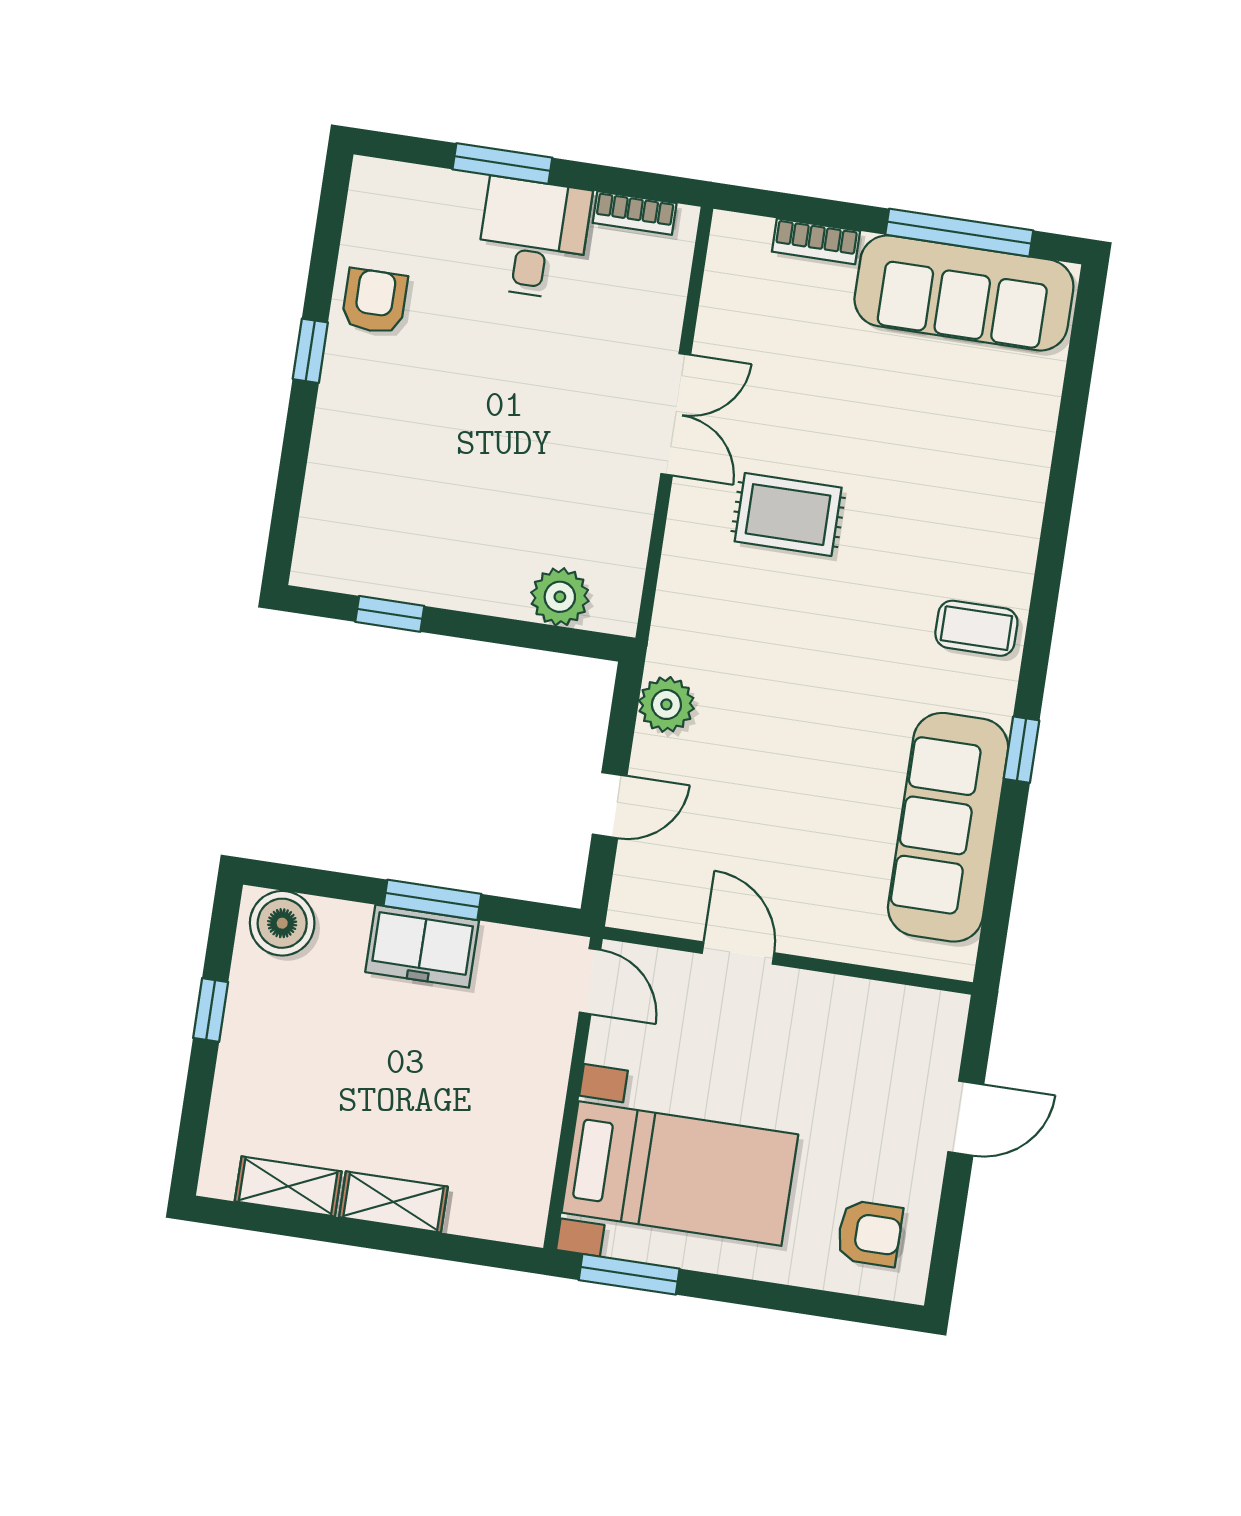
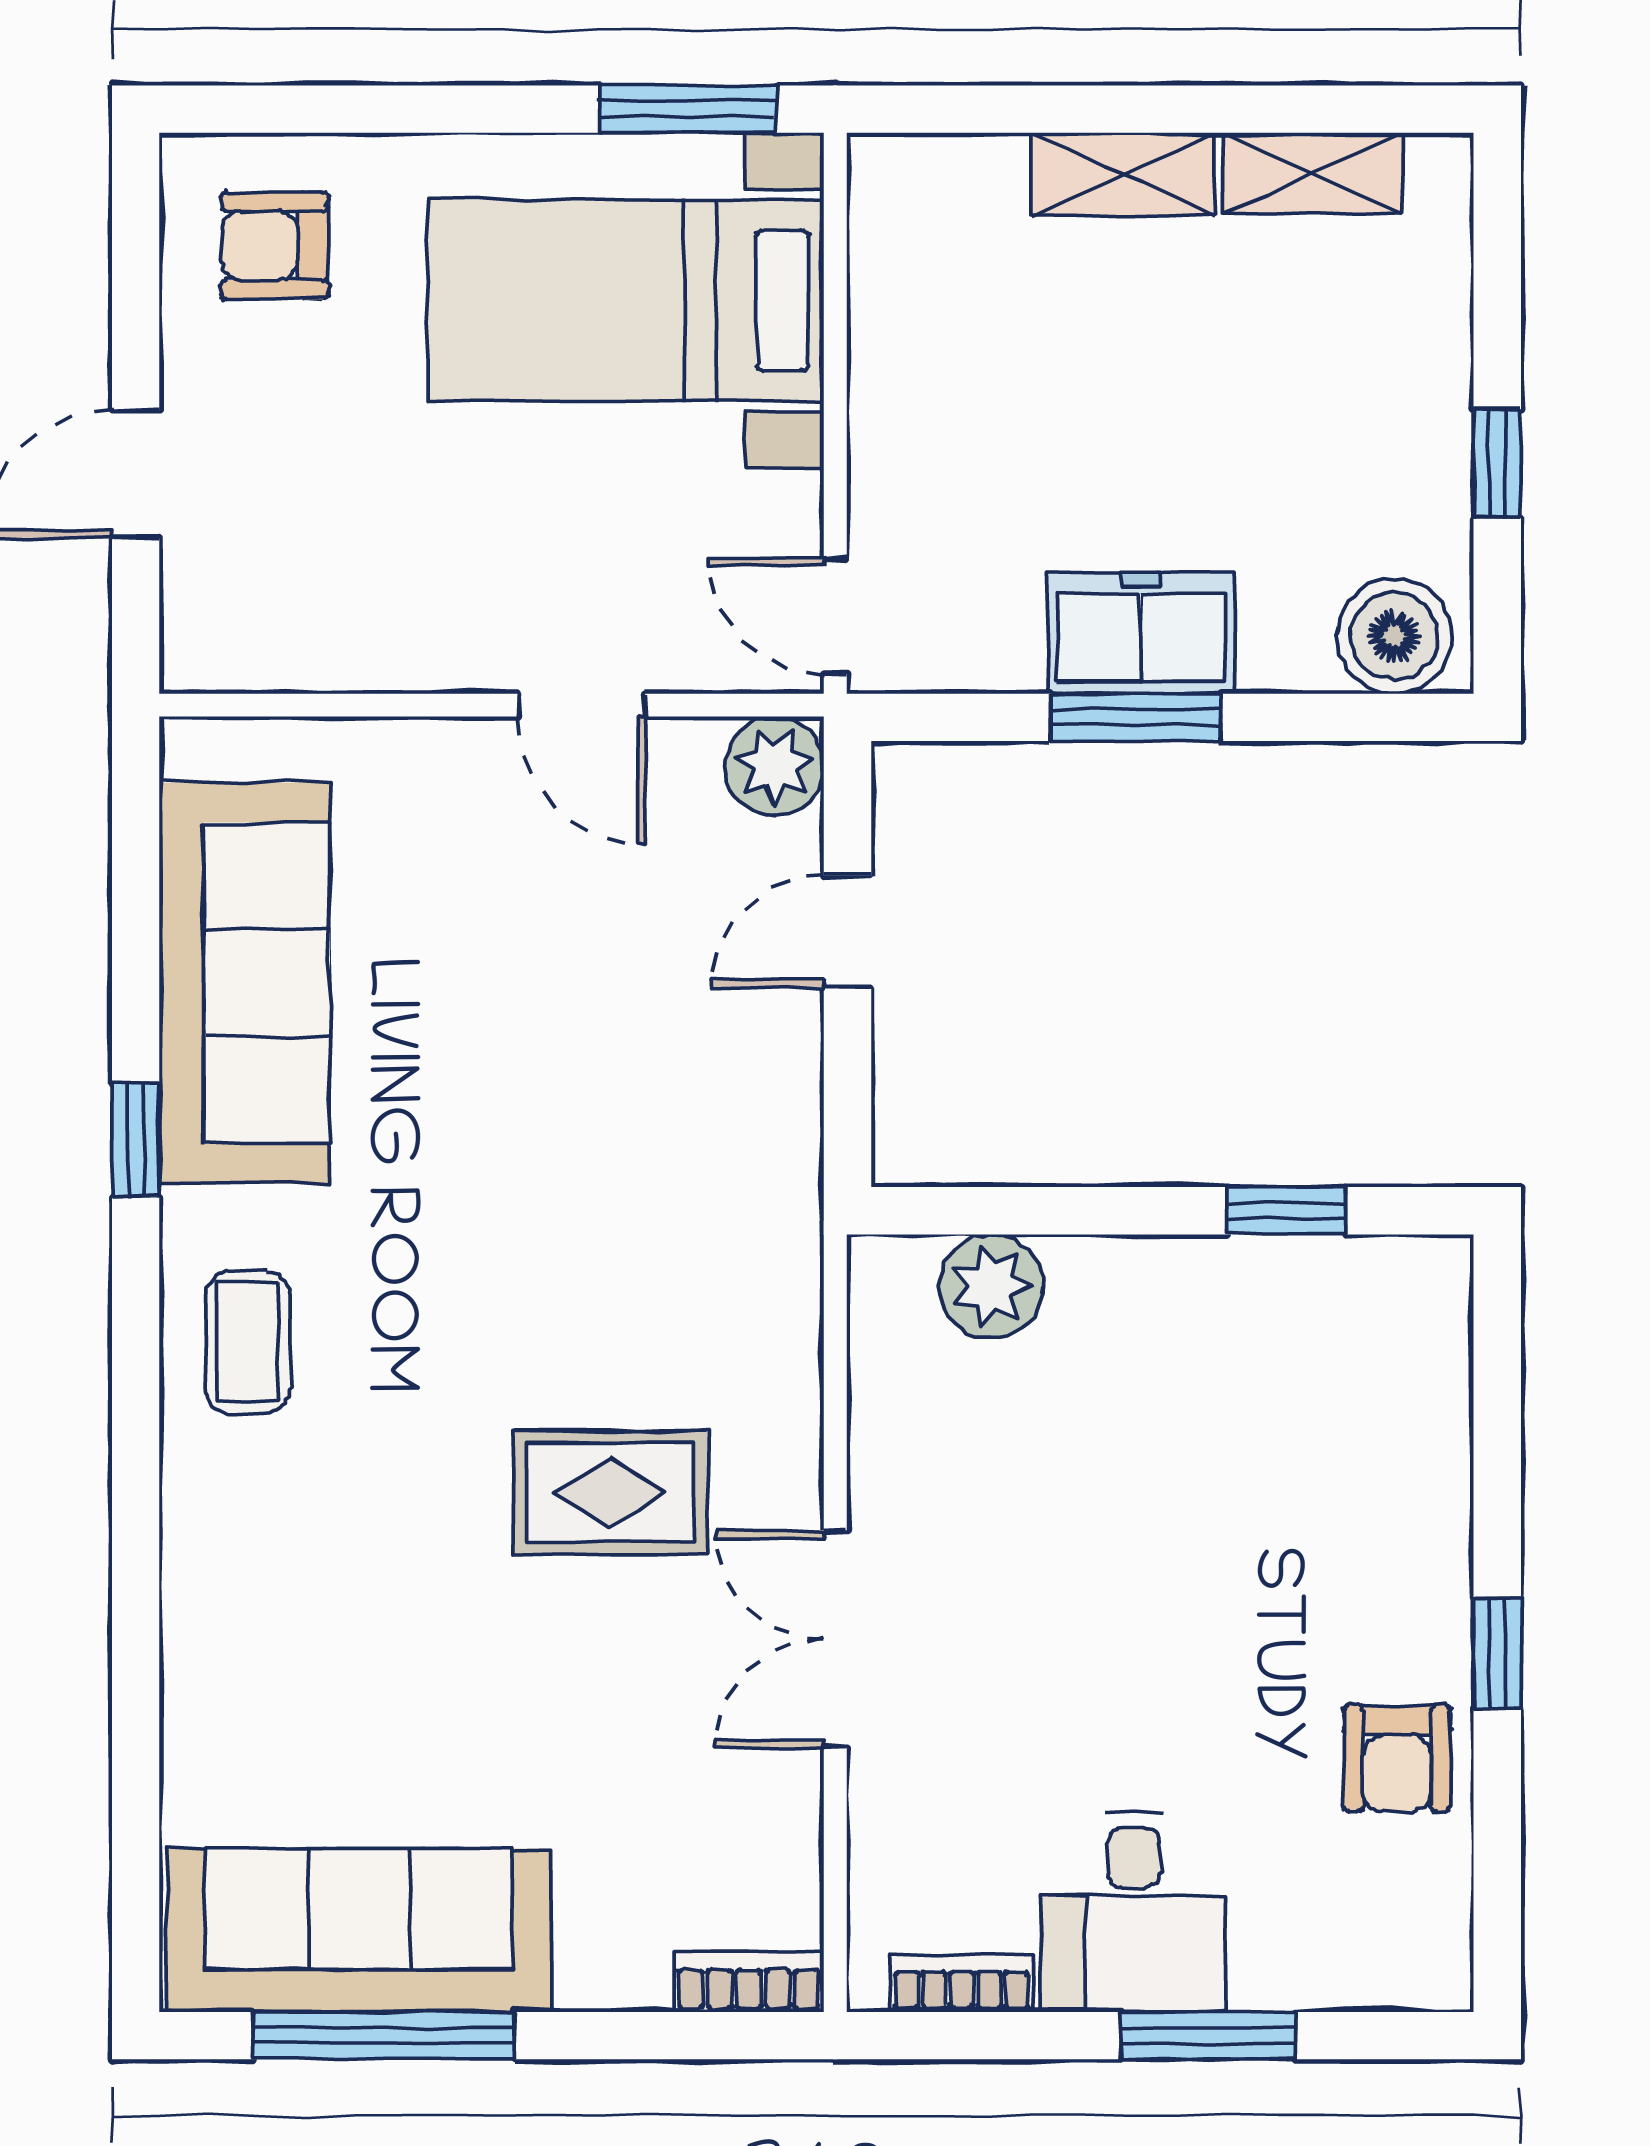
bookcase: (816, 241) -> (749, 1982), moved
coffee table: (976, 628) -> (248, 1342), turned 90
plant: (666, 704) -> (774, 766), moved

